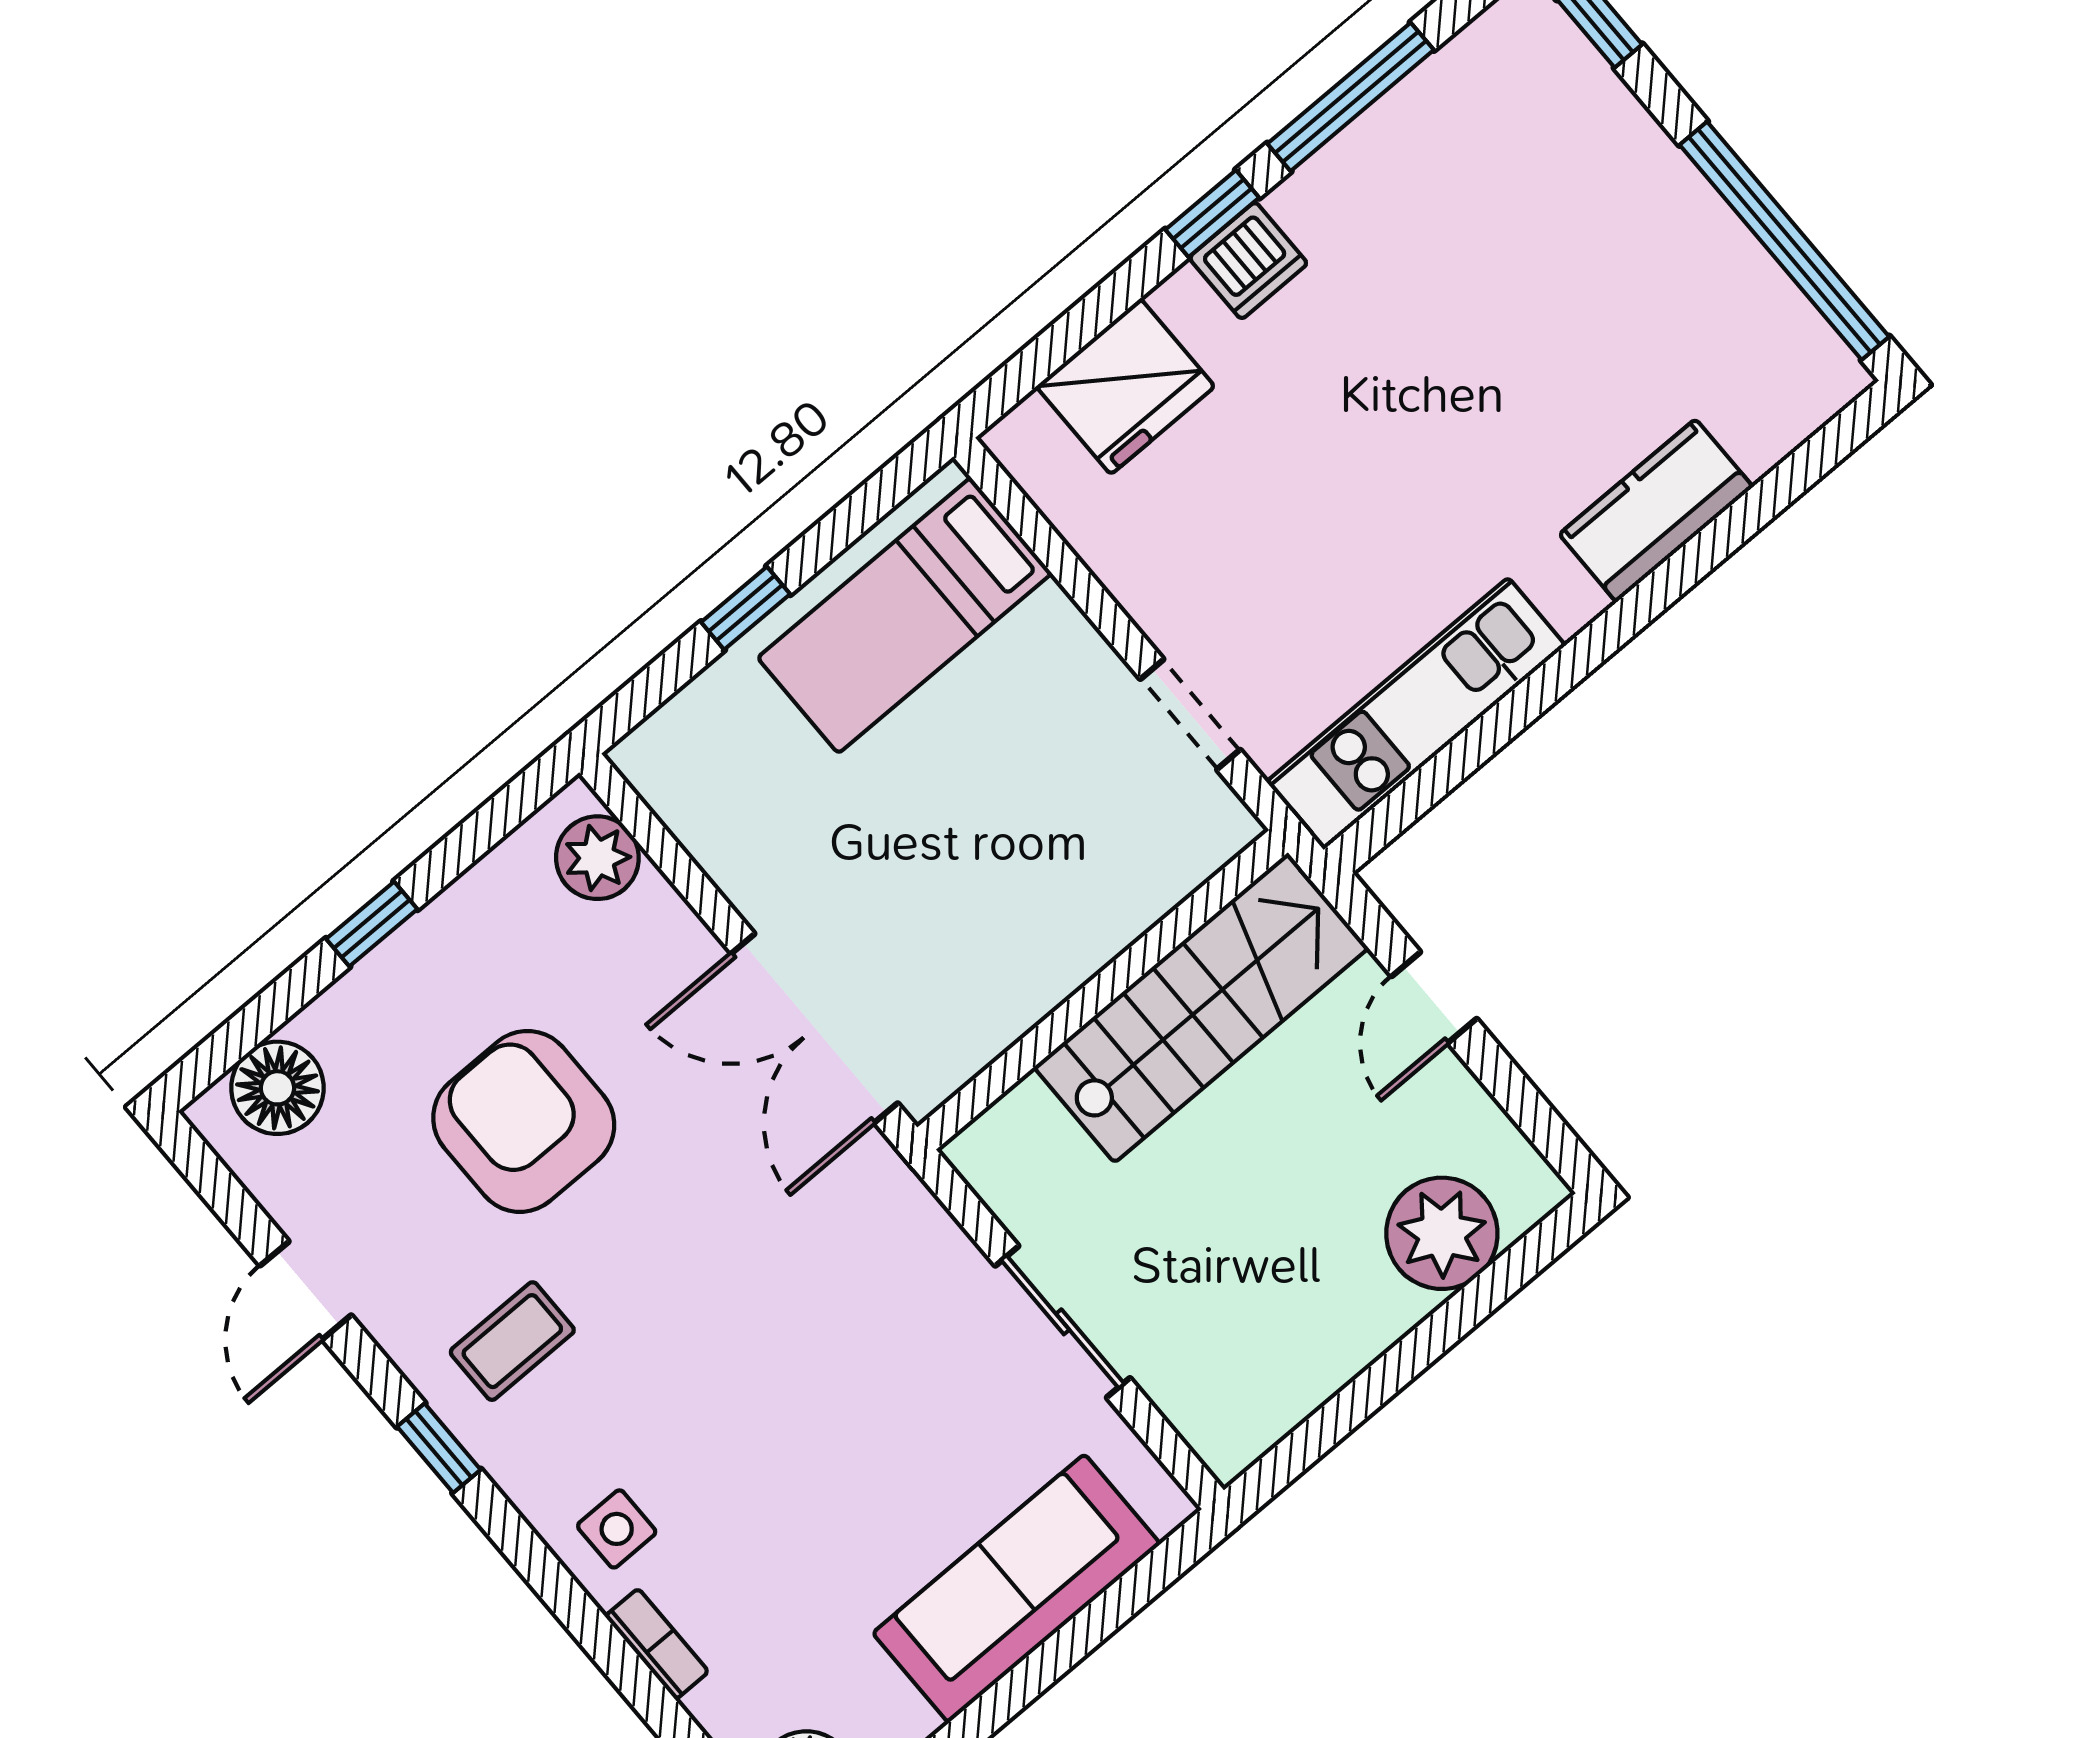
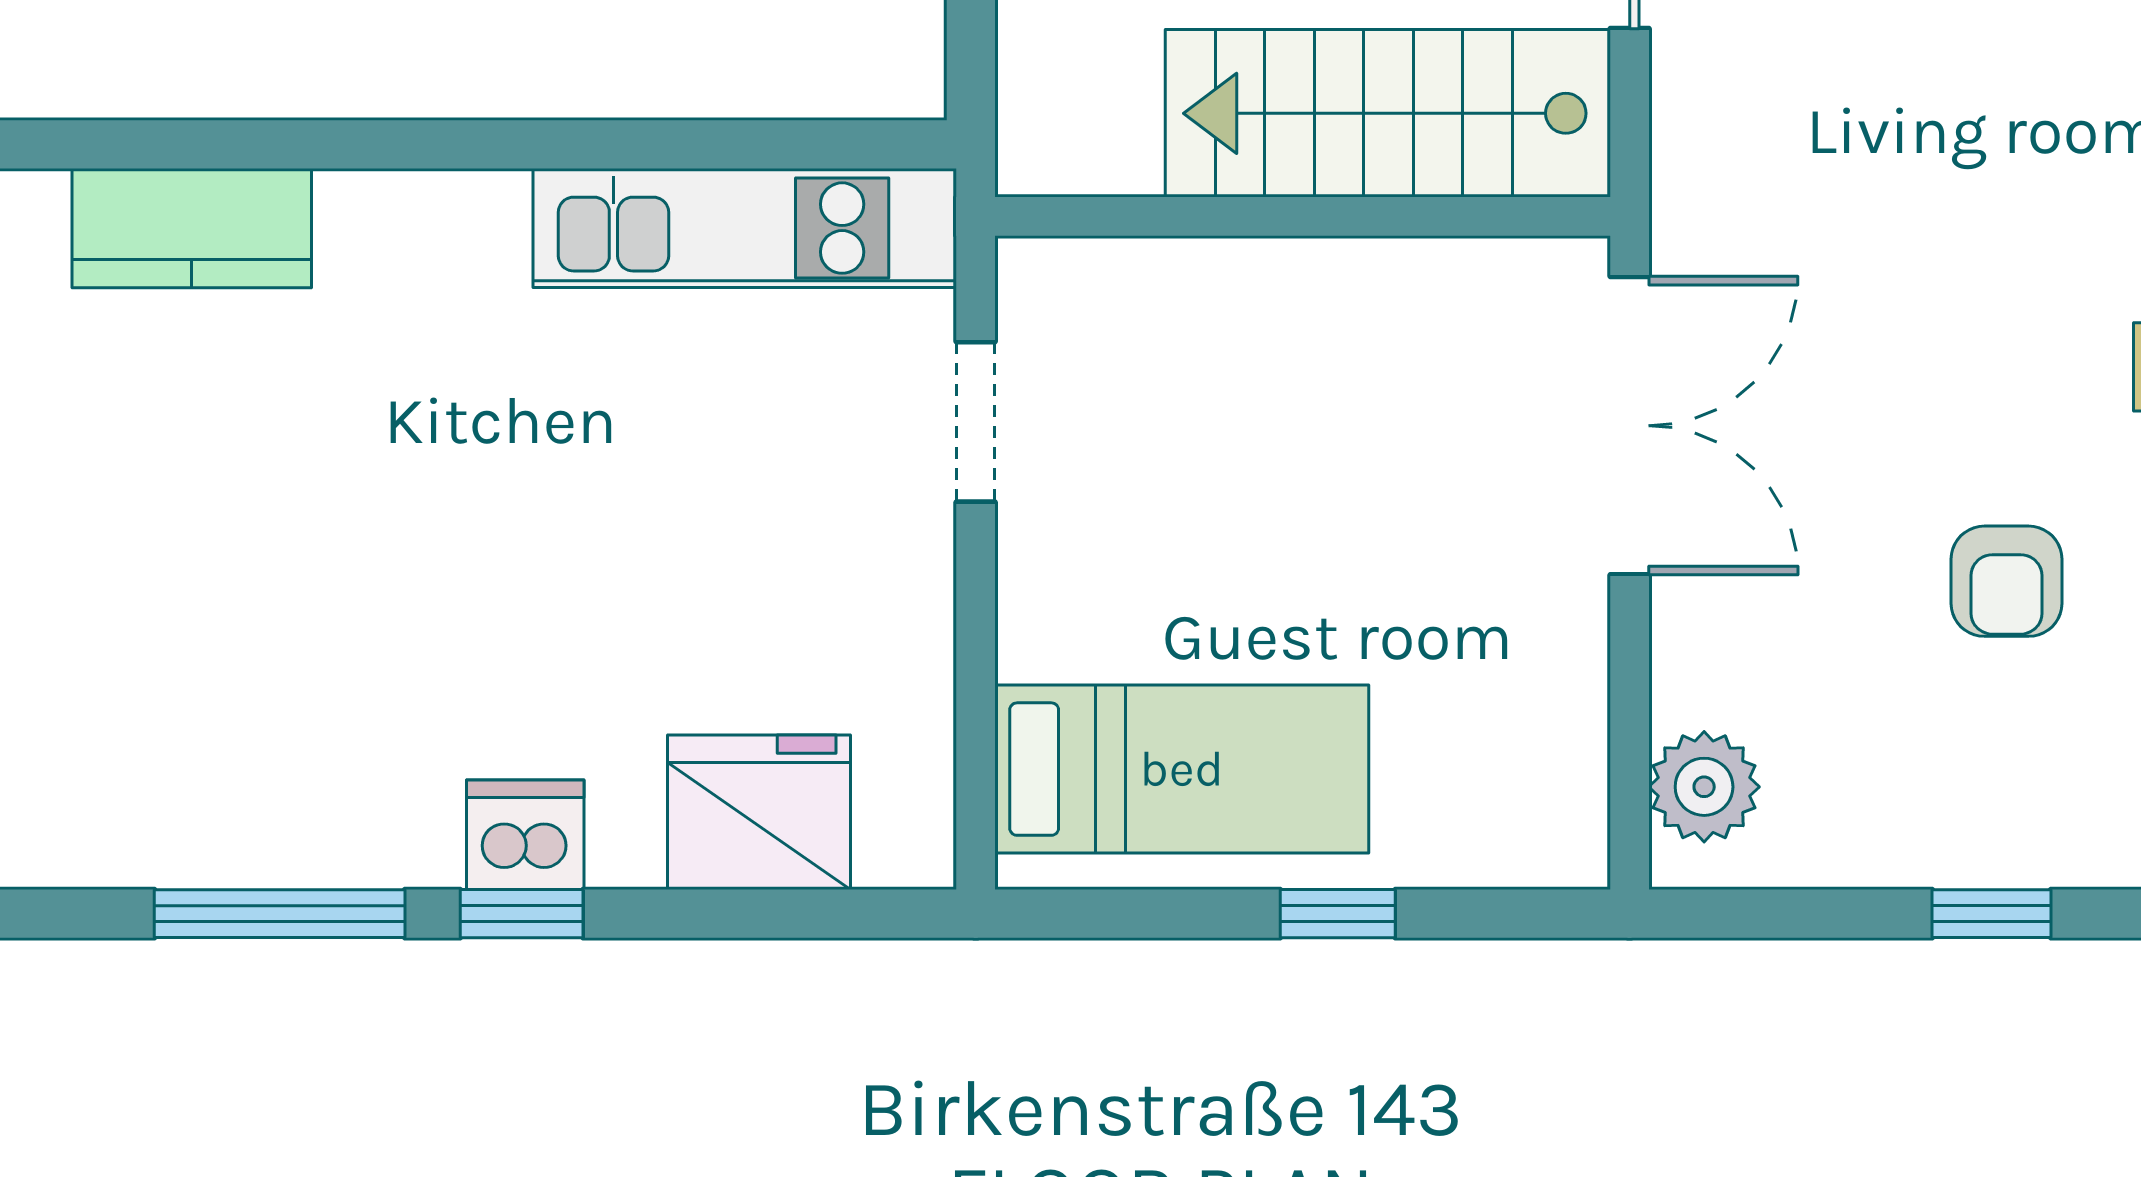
kitchen counter: (1656, 511) -> (192, 228), moved
stairs: (1201, 1008) -> (1388, 113), moved
armchair: (524, 1121) -> (2007, 581), width x0.53, depth x0.53

